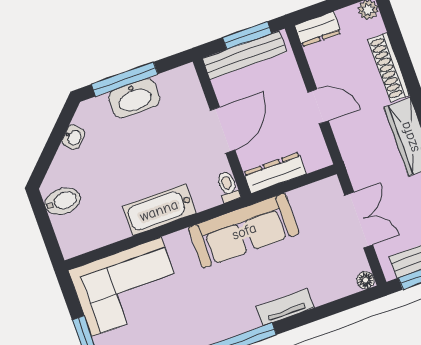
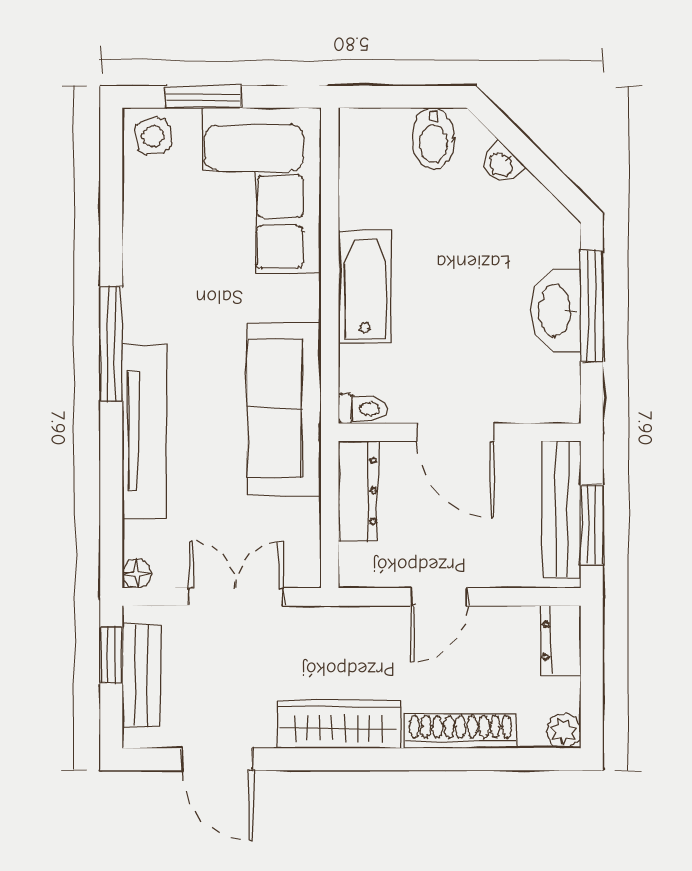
washbasin: (73, 137) -> (501, 164), moved
double door: (359, 220) -> (236, 597), swing flipped
tv unit: (285, 307) -> (144, 431), width x1.92, depth x1.29

